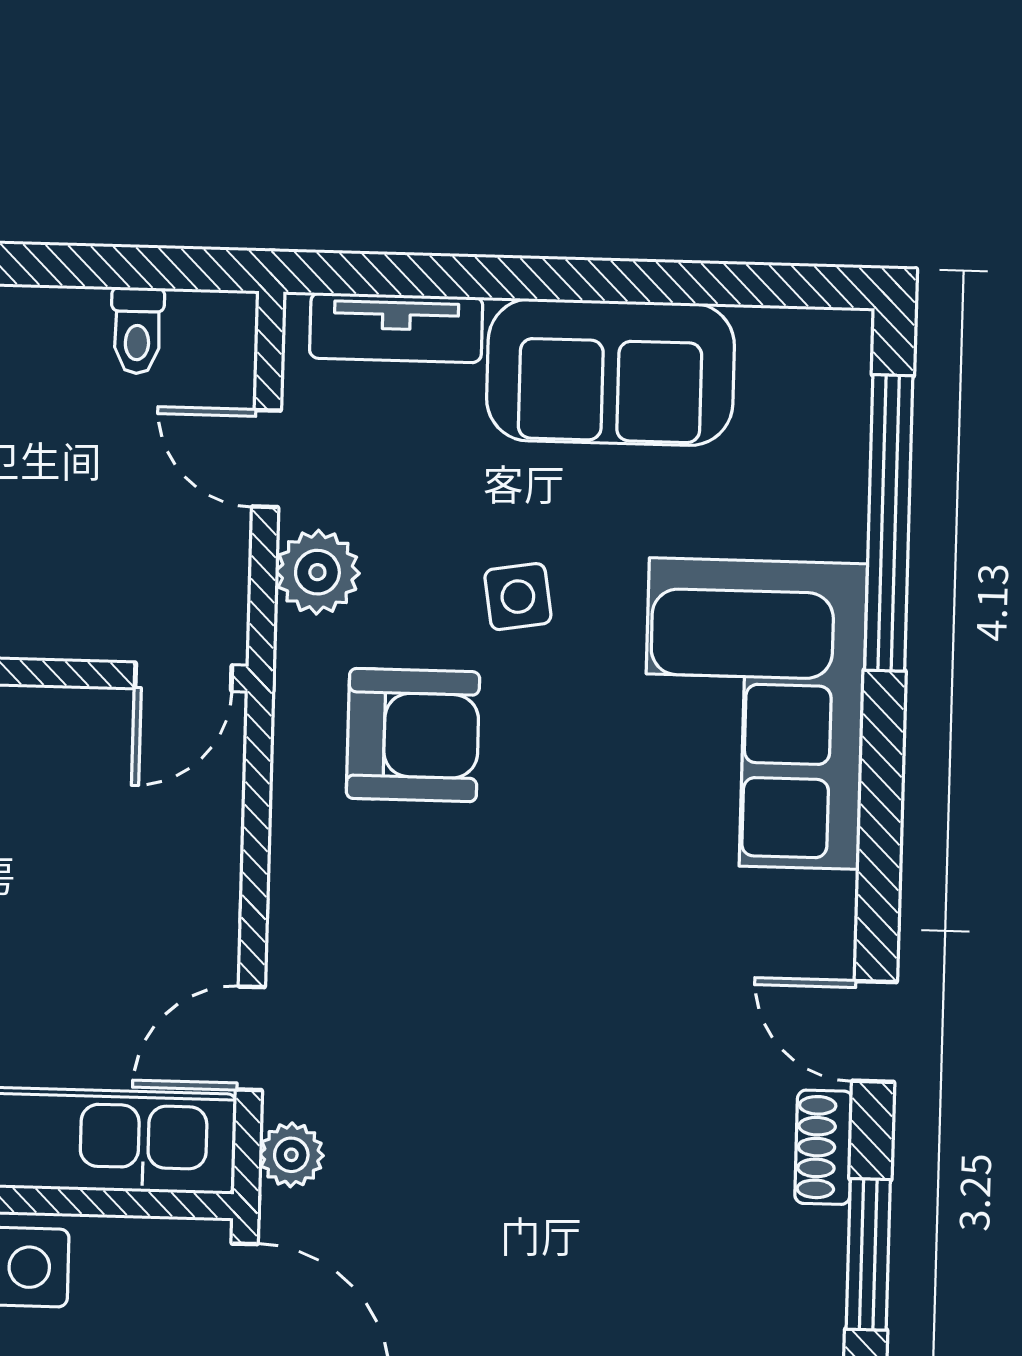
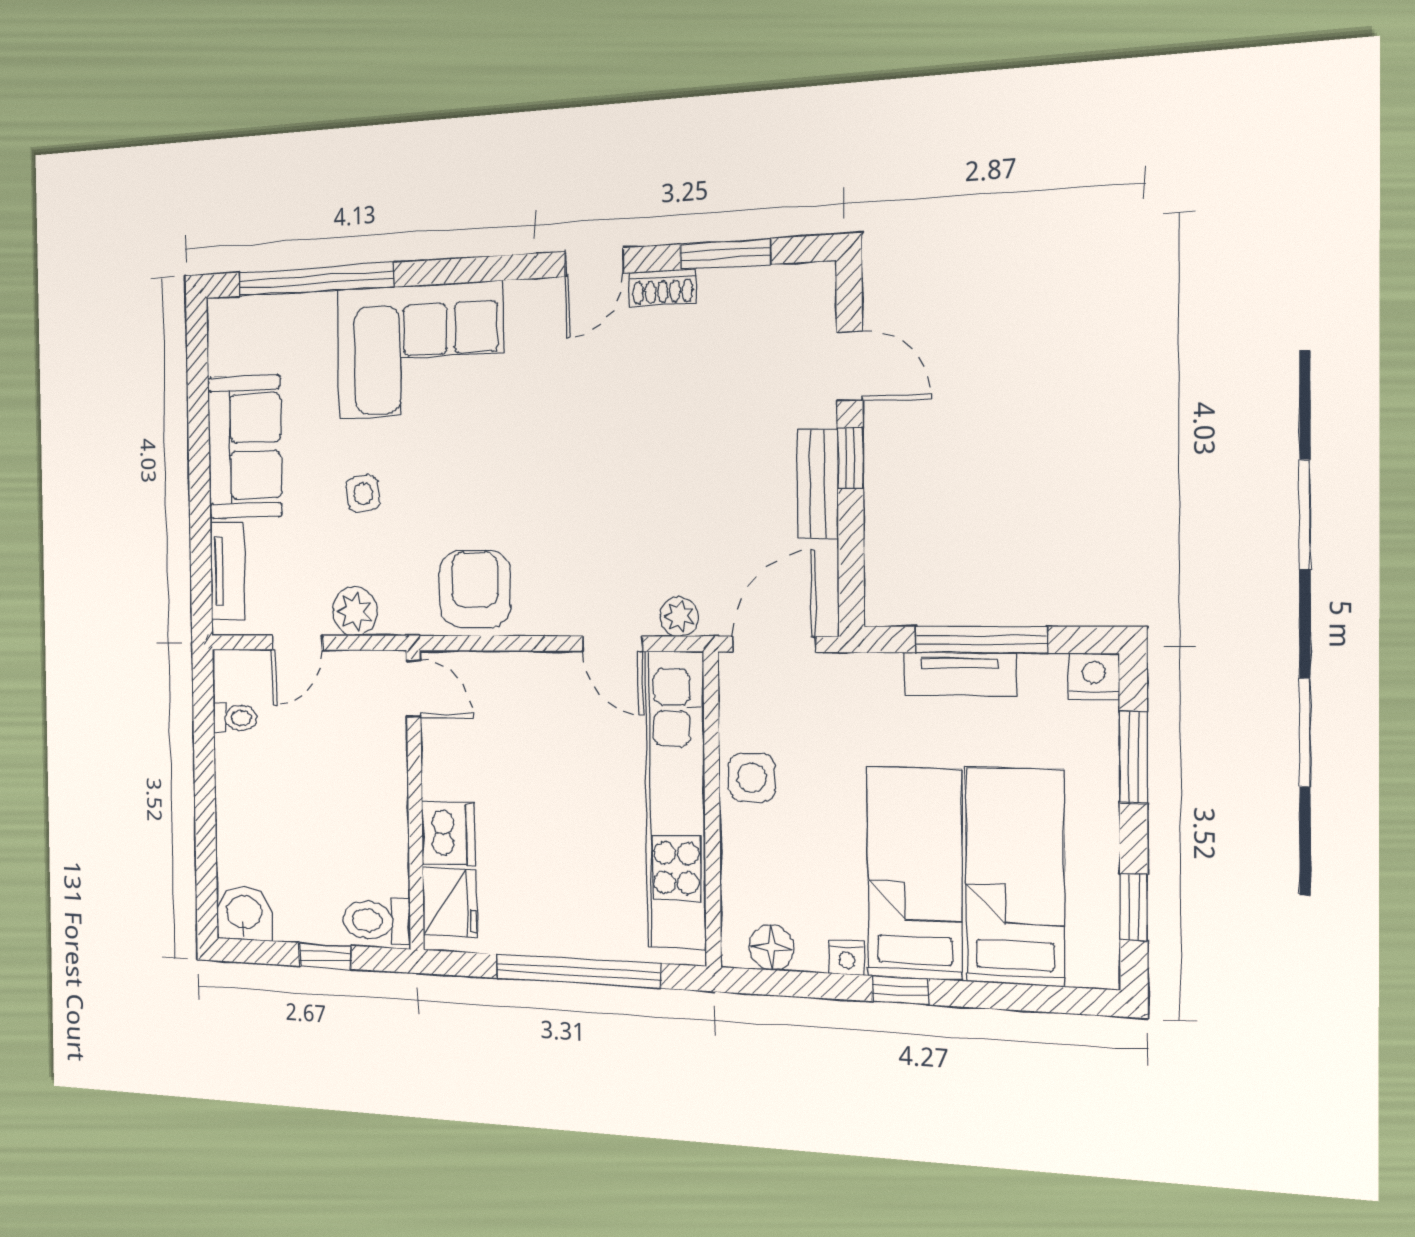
armchair: (413, 735) -> (475, 589), moved

